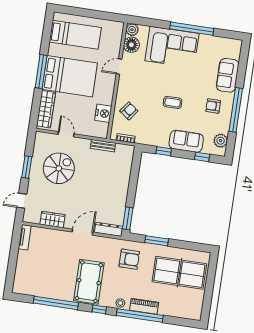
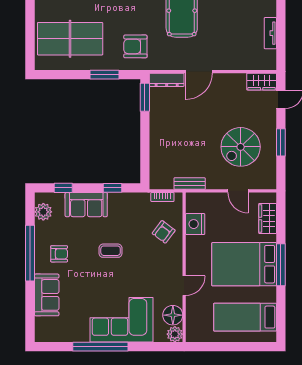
wardrobe: (46, 109) -> (268, 218), width x0.67
wardrobe: (53, 220) -> (262, 82), moved
tv unit: (25, 237) -> (270, 33), moved

